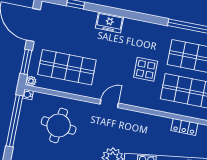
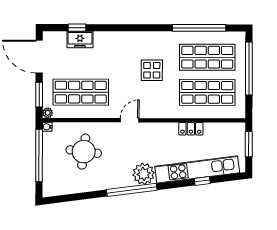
freezer: (109, 23) -> (80, 39), moved
display table: (146, 69) -> (152, 70), moved
locker: (184, 127) -> (191, 129), moved

